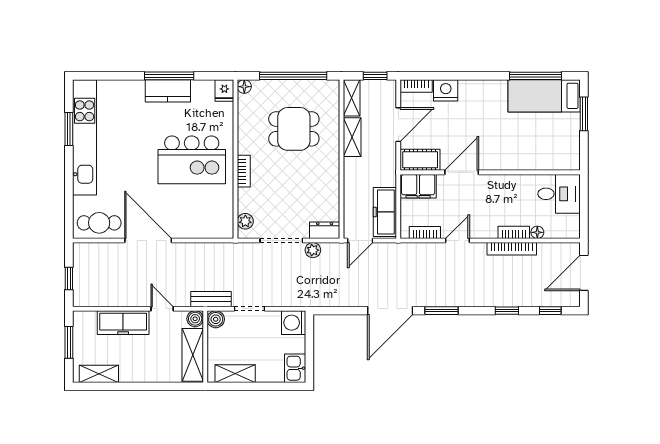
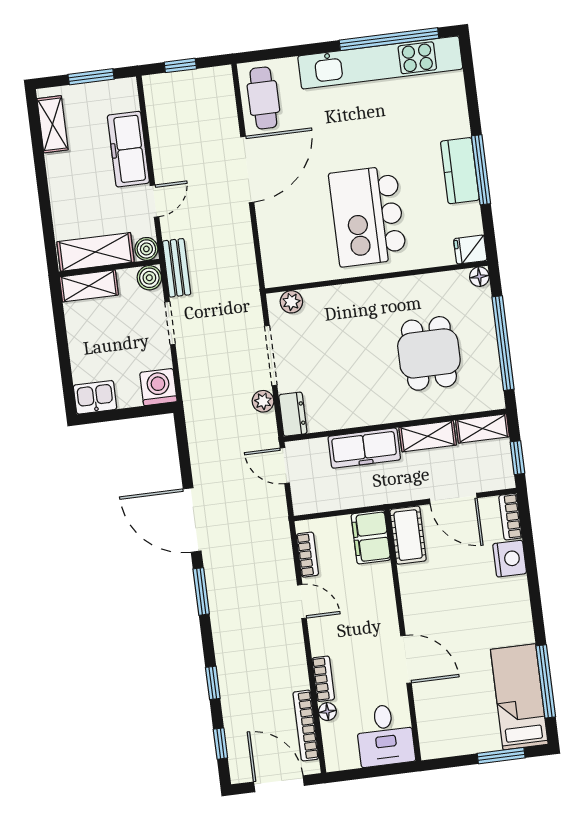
window: (69, 129) -> (389, 39), width x2.11
bookcase: (244, 171) -> (361, 291), removed
door: (462, 172) -> (406, 659), moved
freezer: (385, 212) -> (364, 448), moved, turned 180
bookcase: (512, 249) -> (306, 726), moved
shelving: (235, 374) -> (89, 286), moved, turned 90

